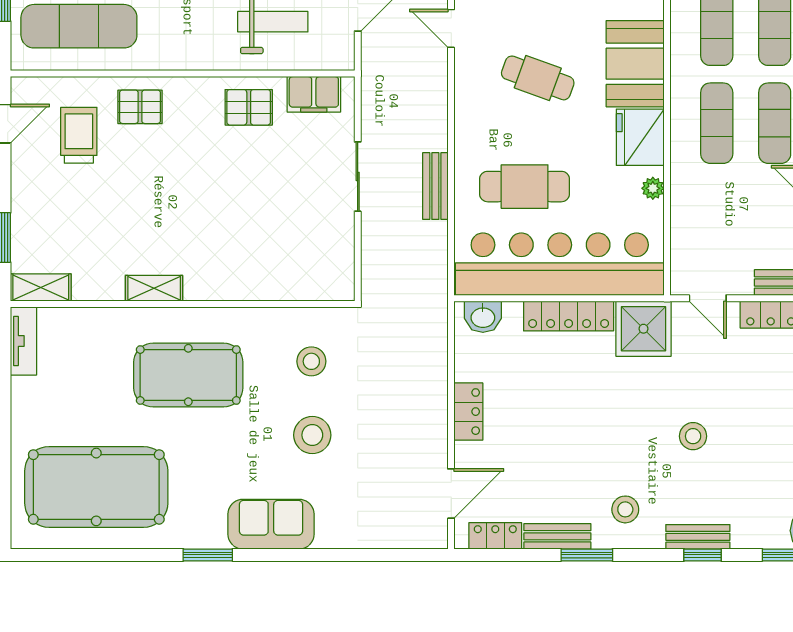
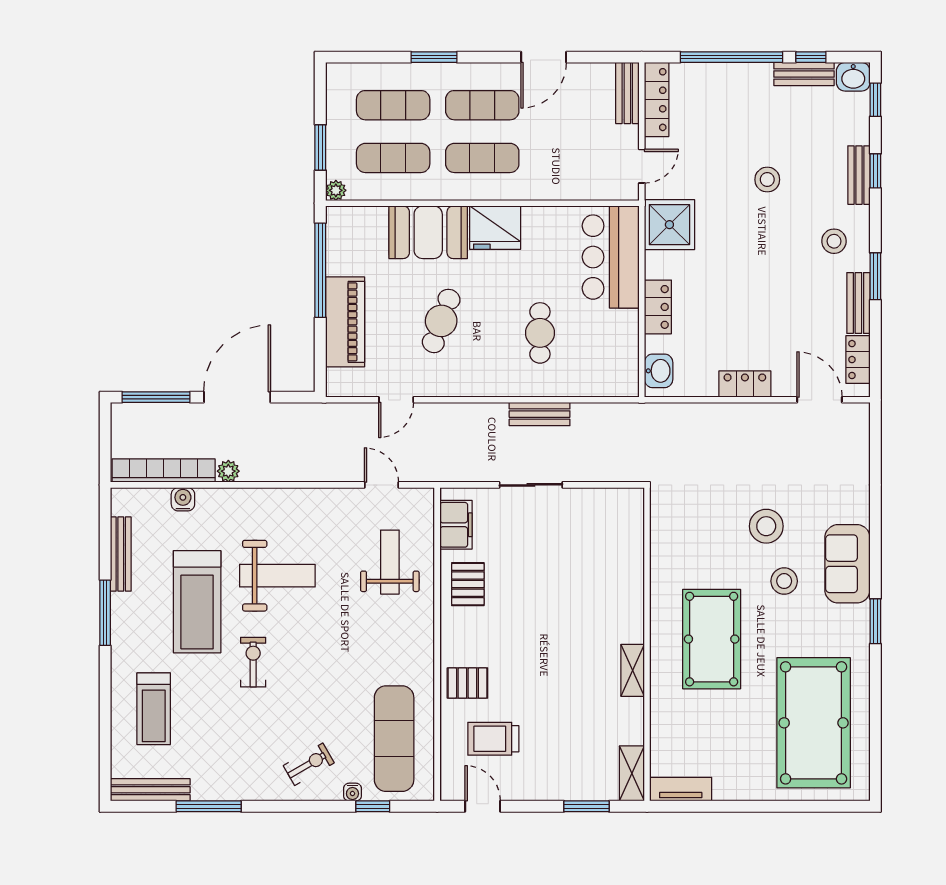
pallet: (140, 107) -> (467, 683), turned 90
cafe table: (525, 187) -> (540, 333), width x0.73, depth x0.74
plant: (653, 188) -> (542, 216), removed
bar counter: (560, 264) -> (611, 257), width x0.54
locker: (569, 316) -> (658, 307), width x0.66
stool: (311, 361) -> (784, 581), moved

